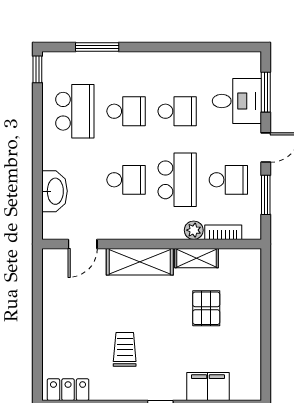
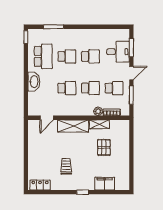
school desk: (177, 180) -> (90, 88), width x0.54
washbasin: (55, 191) -> (34, 82), moved

